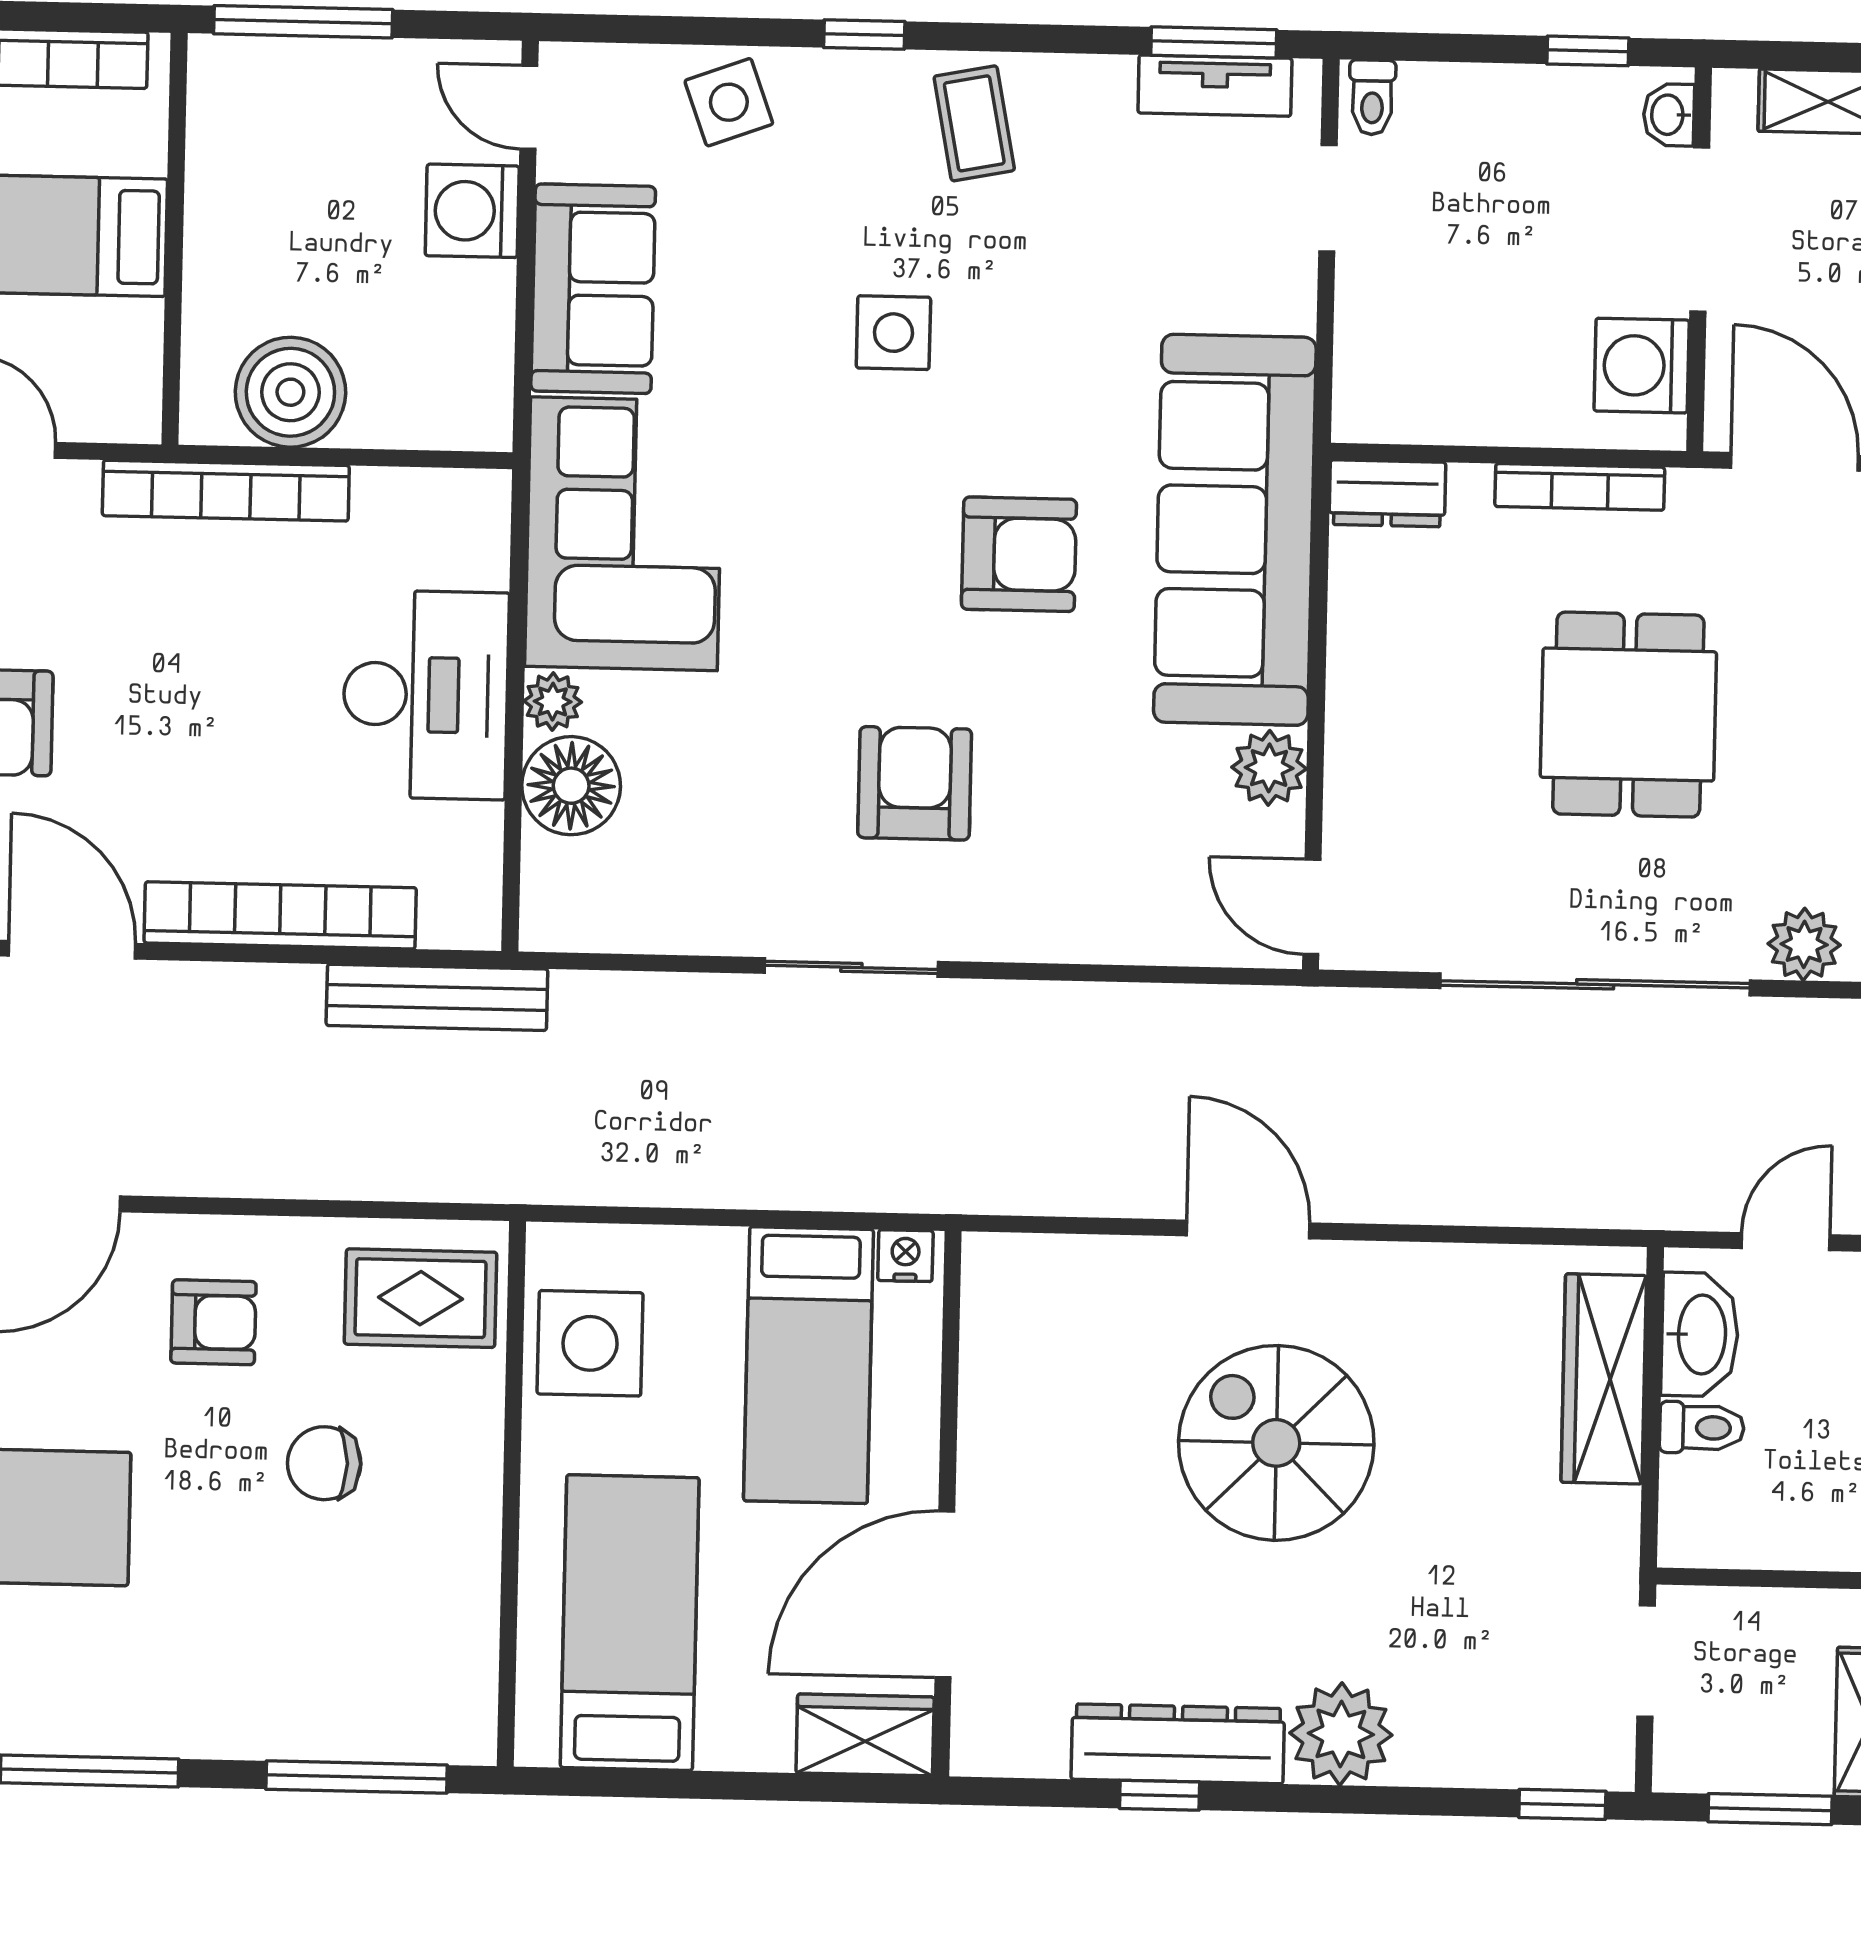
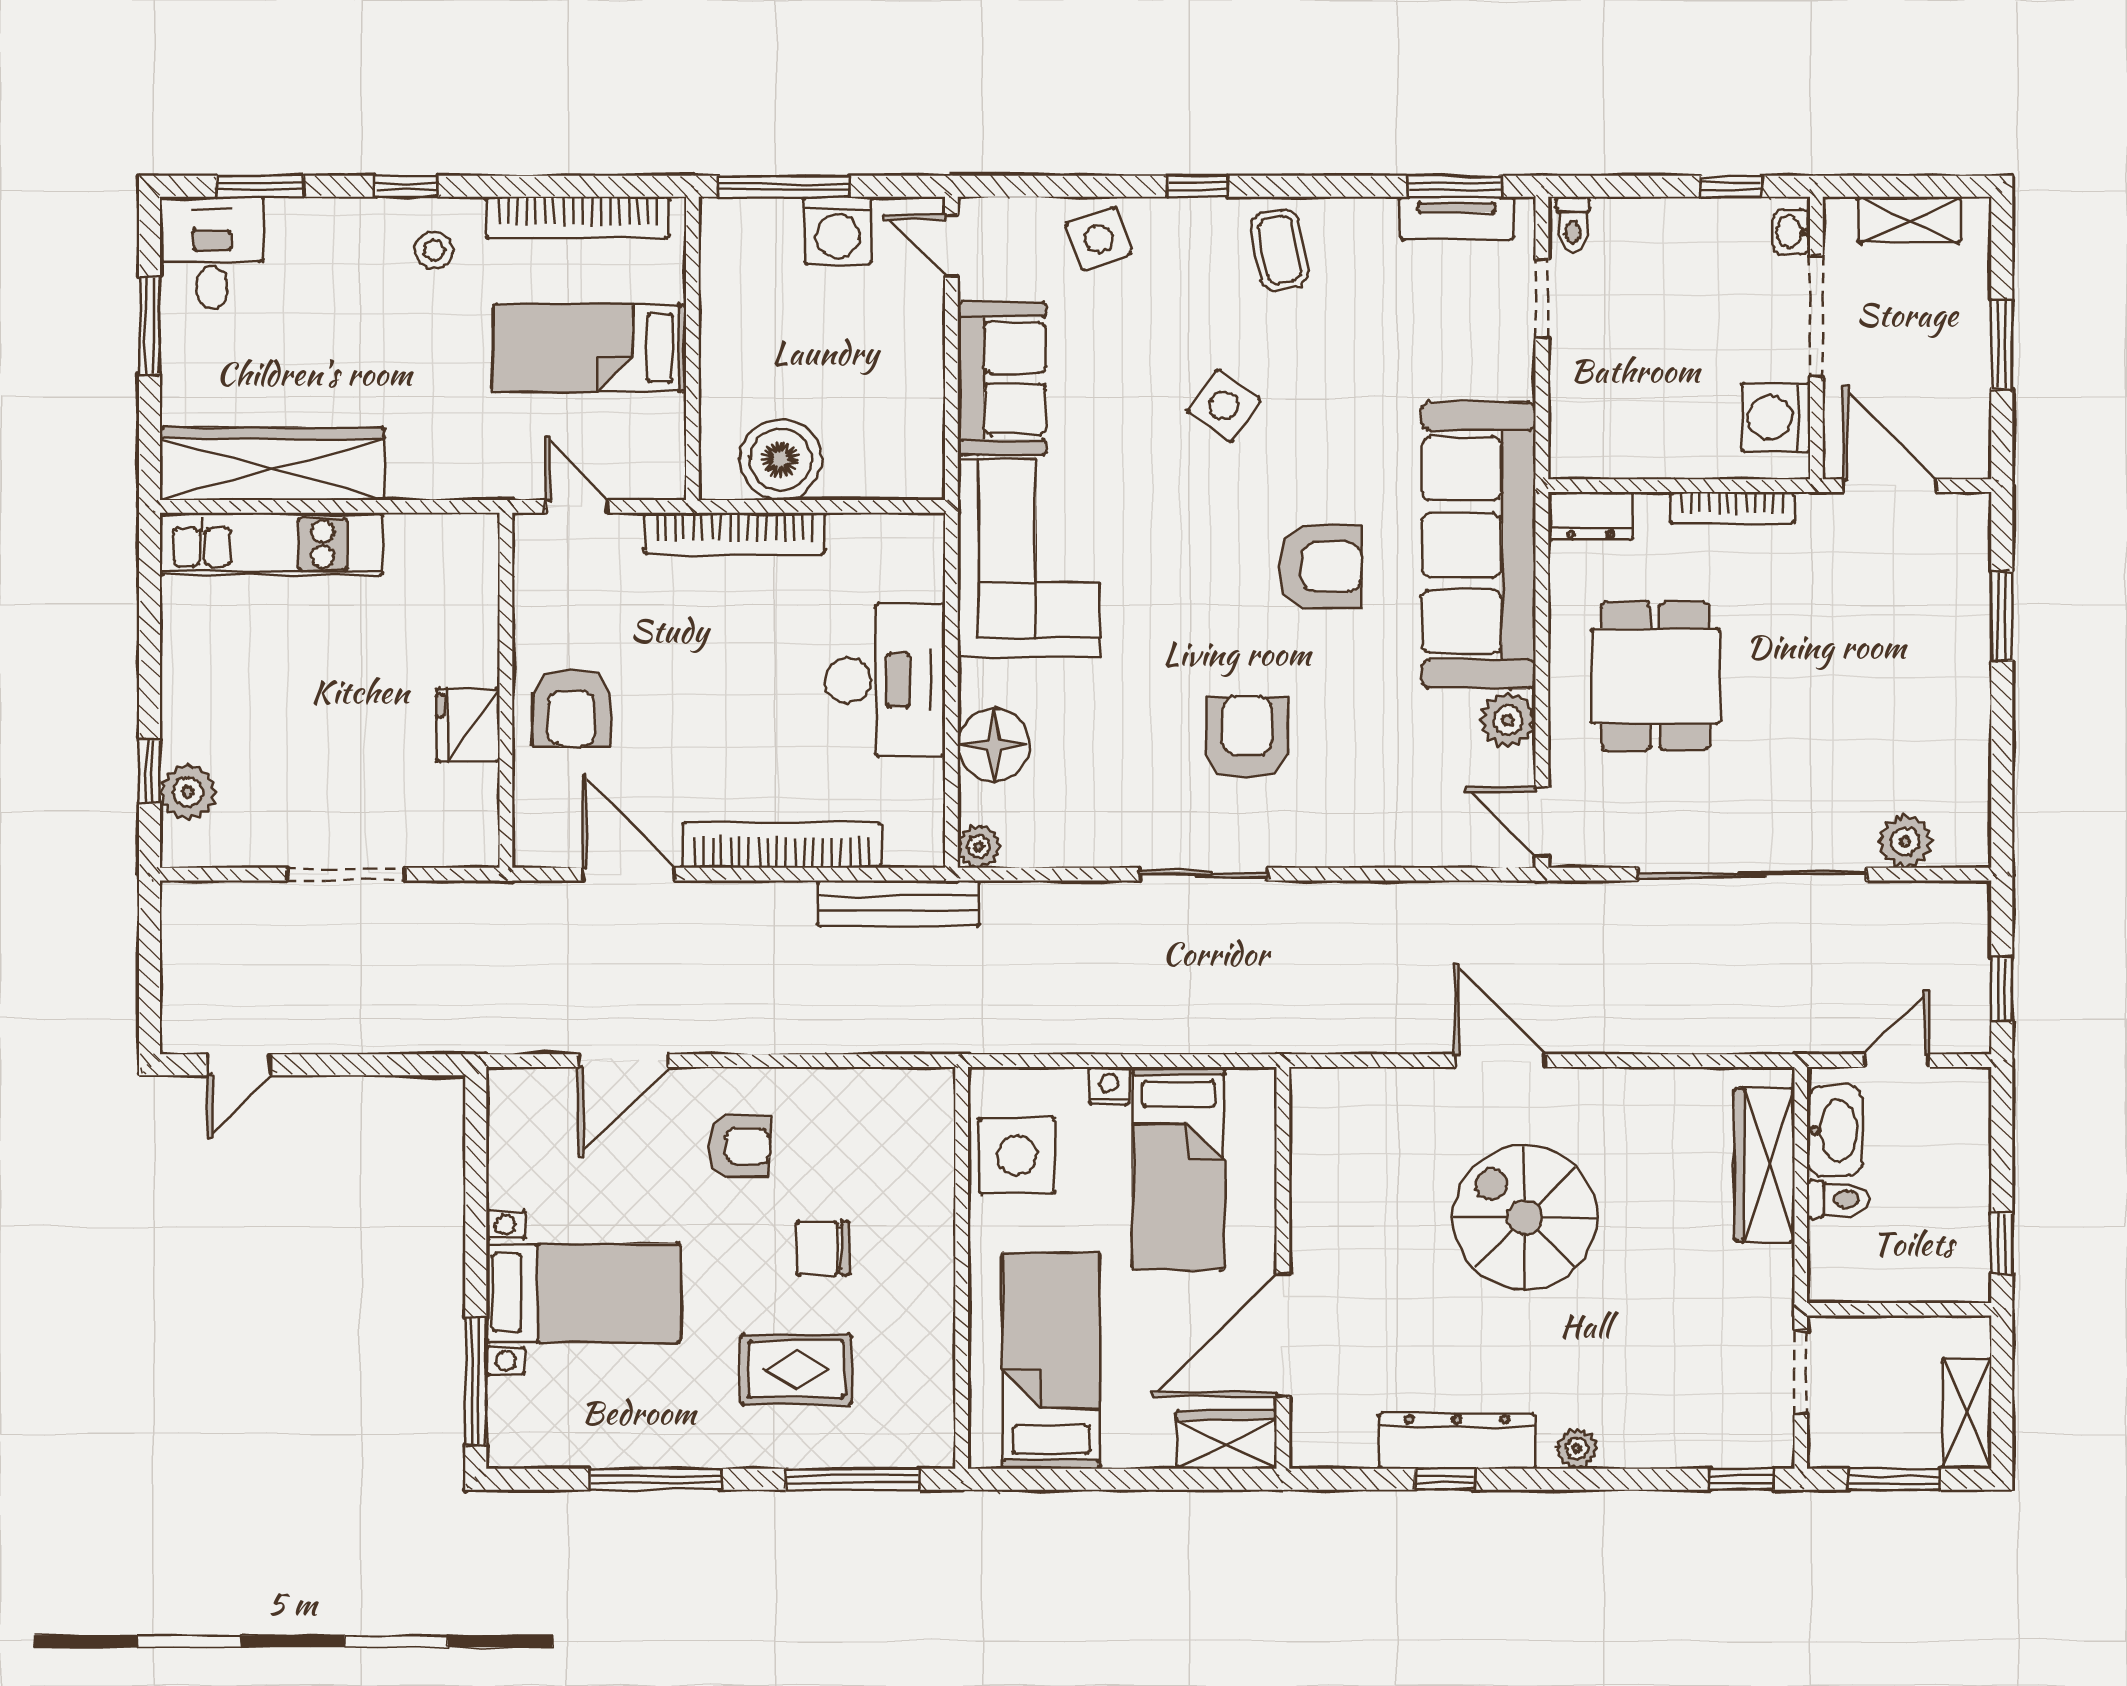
washing machine: (472, 211) -> (838, 231), moved, turned -90
side table: (893, 333) -> (1224, 406), turned 35
plant: (553, 702) -> (979, 847), moved
dining table: (1628, 715) -> (1655, 676), moved
nightstand: (905, 1256) -> (1109, 1086), moved
rug: (421, 1298) -> (796, 1370), moved
plant: (1341, 1734) -> (1577, 1449), width x0.53, depth x0.53

